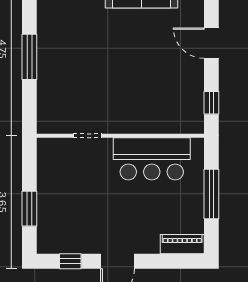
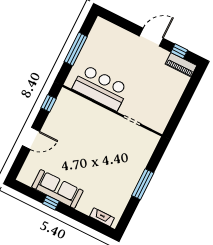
door: (211, 43) -> (31, 138), hinge flipped
window: (29, 209) -> (188, 94), removed
piano: (182, 244) -> (181, 65), moved

